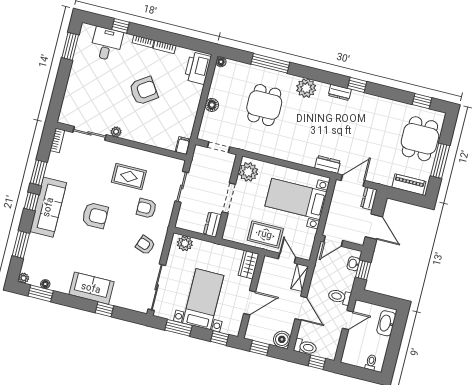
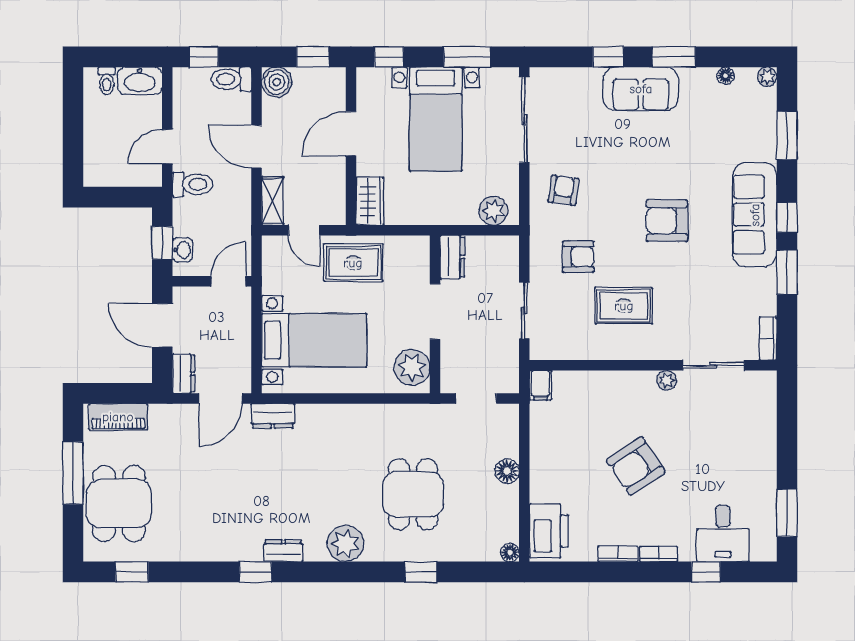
window: (270, 63) -> (421, 572), width x0.46
armchair: (145, 245) -> (564, 190), turned -102
window: (41, 293) -> (674, 57), moved
washbasin: (386, 323) -> (140, 81), moved, turned 90

